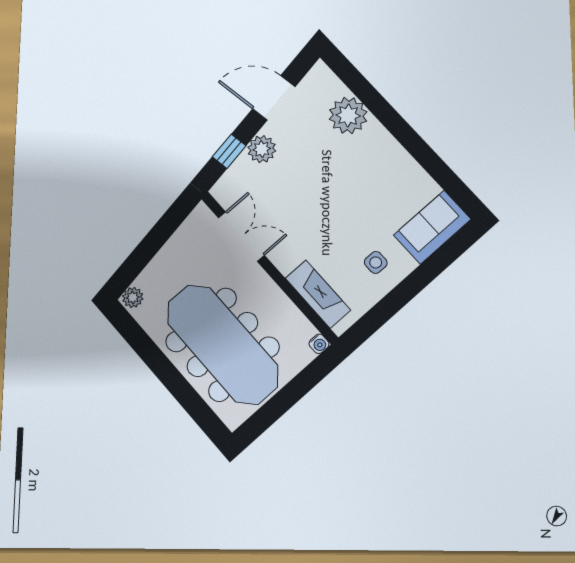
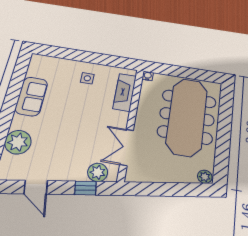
door: (274, 98) -> (36, 187), width x0.73
plant: (262, 149) -> (98, 172), moved
sofa: (432, 227) -> (31, 96), moved, turned -90

